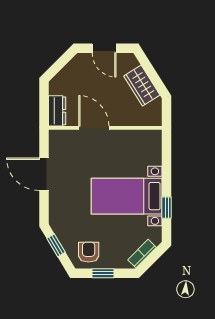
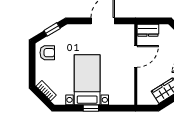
window: (167, 208) -> (91, 108), moved
window: (103, 273) -> (32, 63), removed

